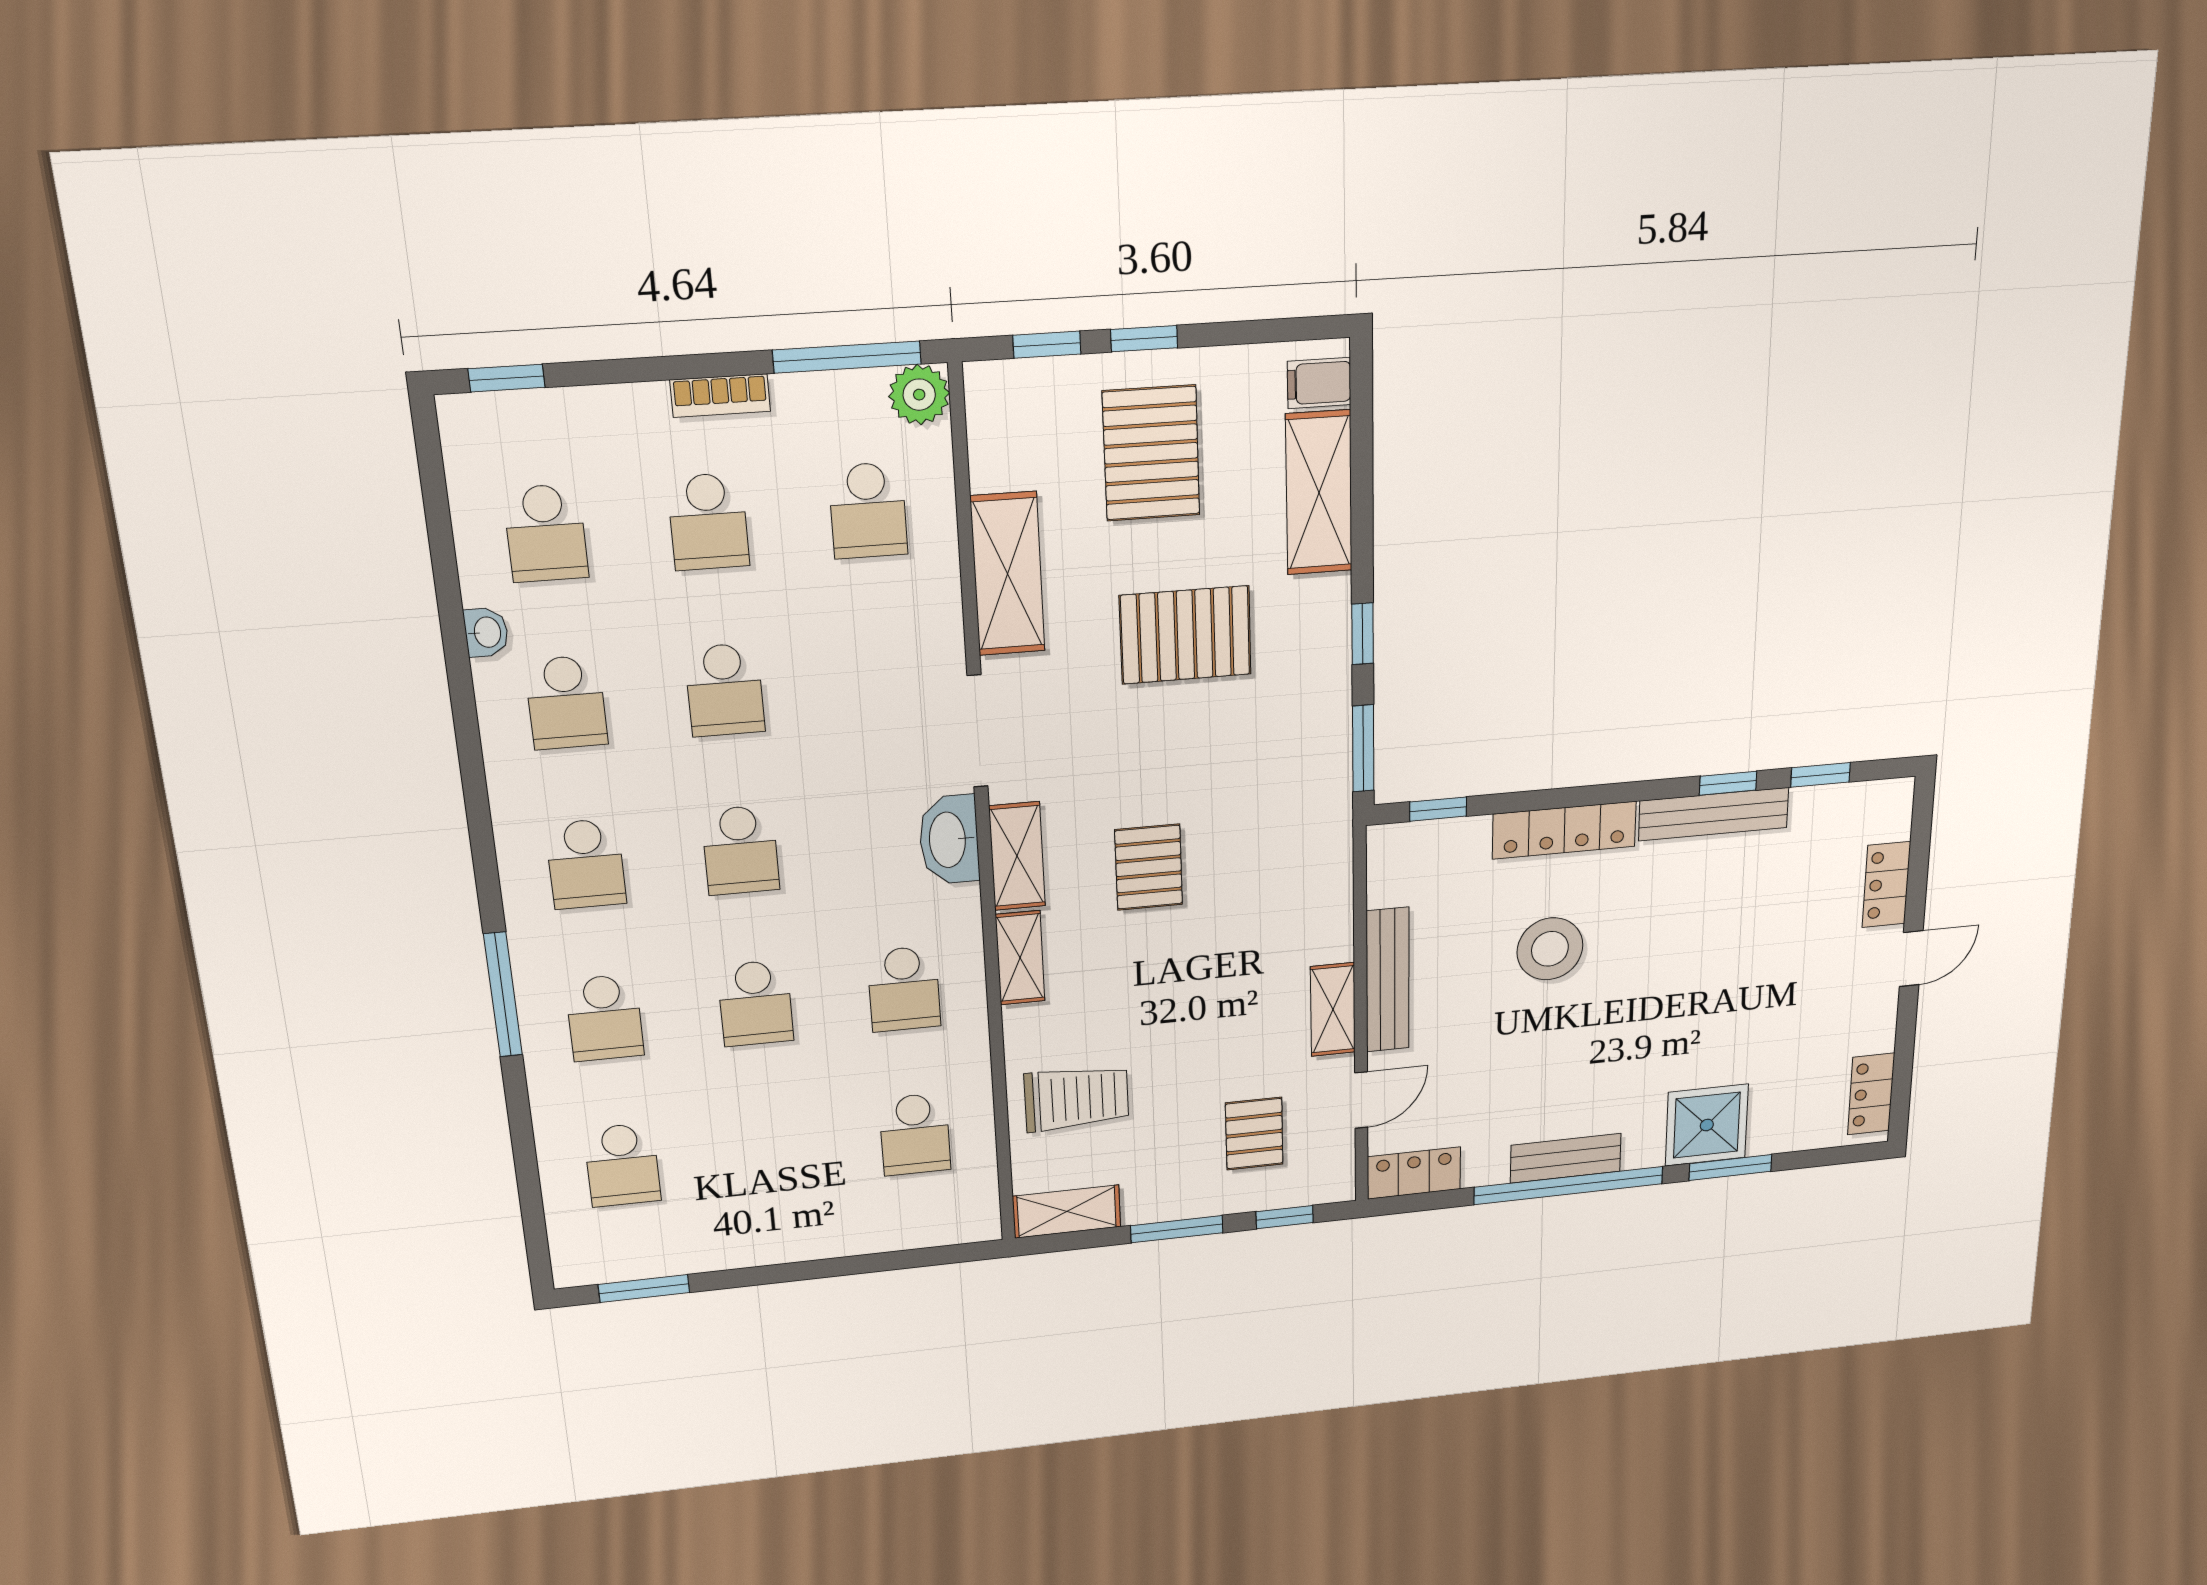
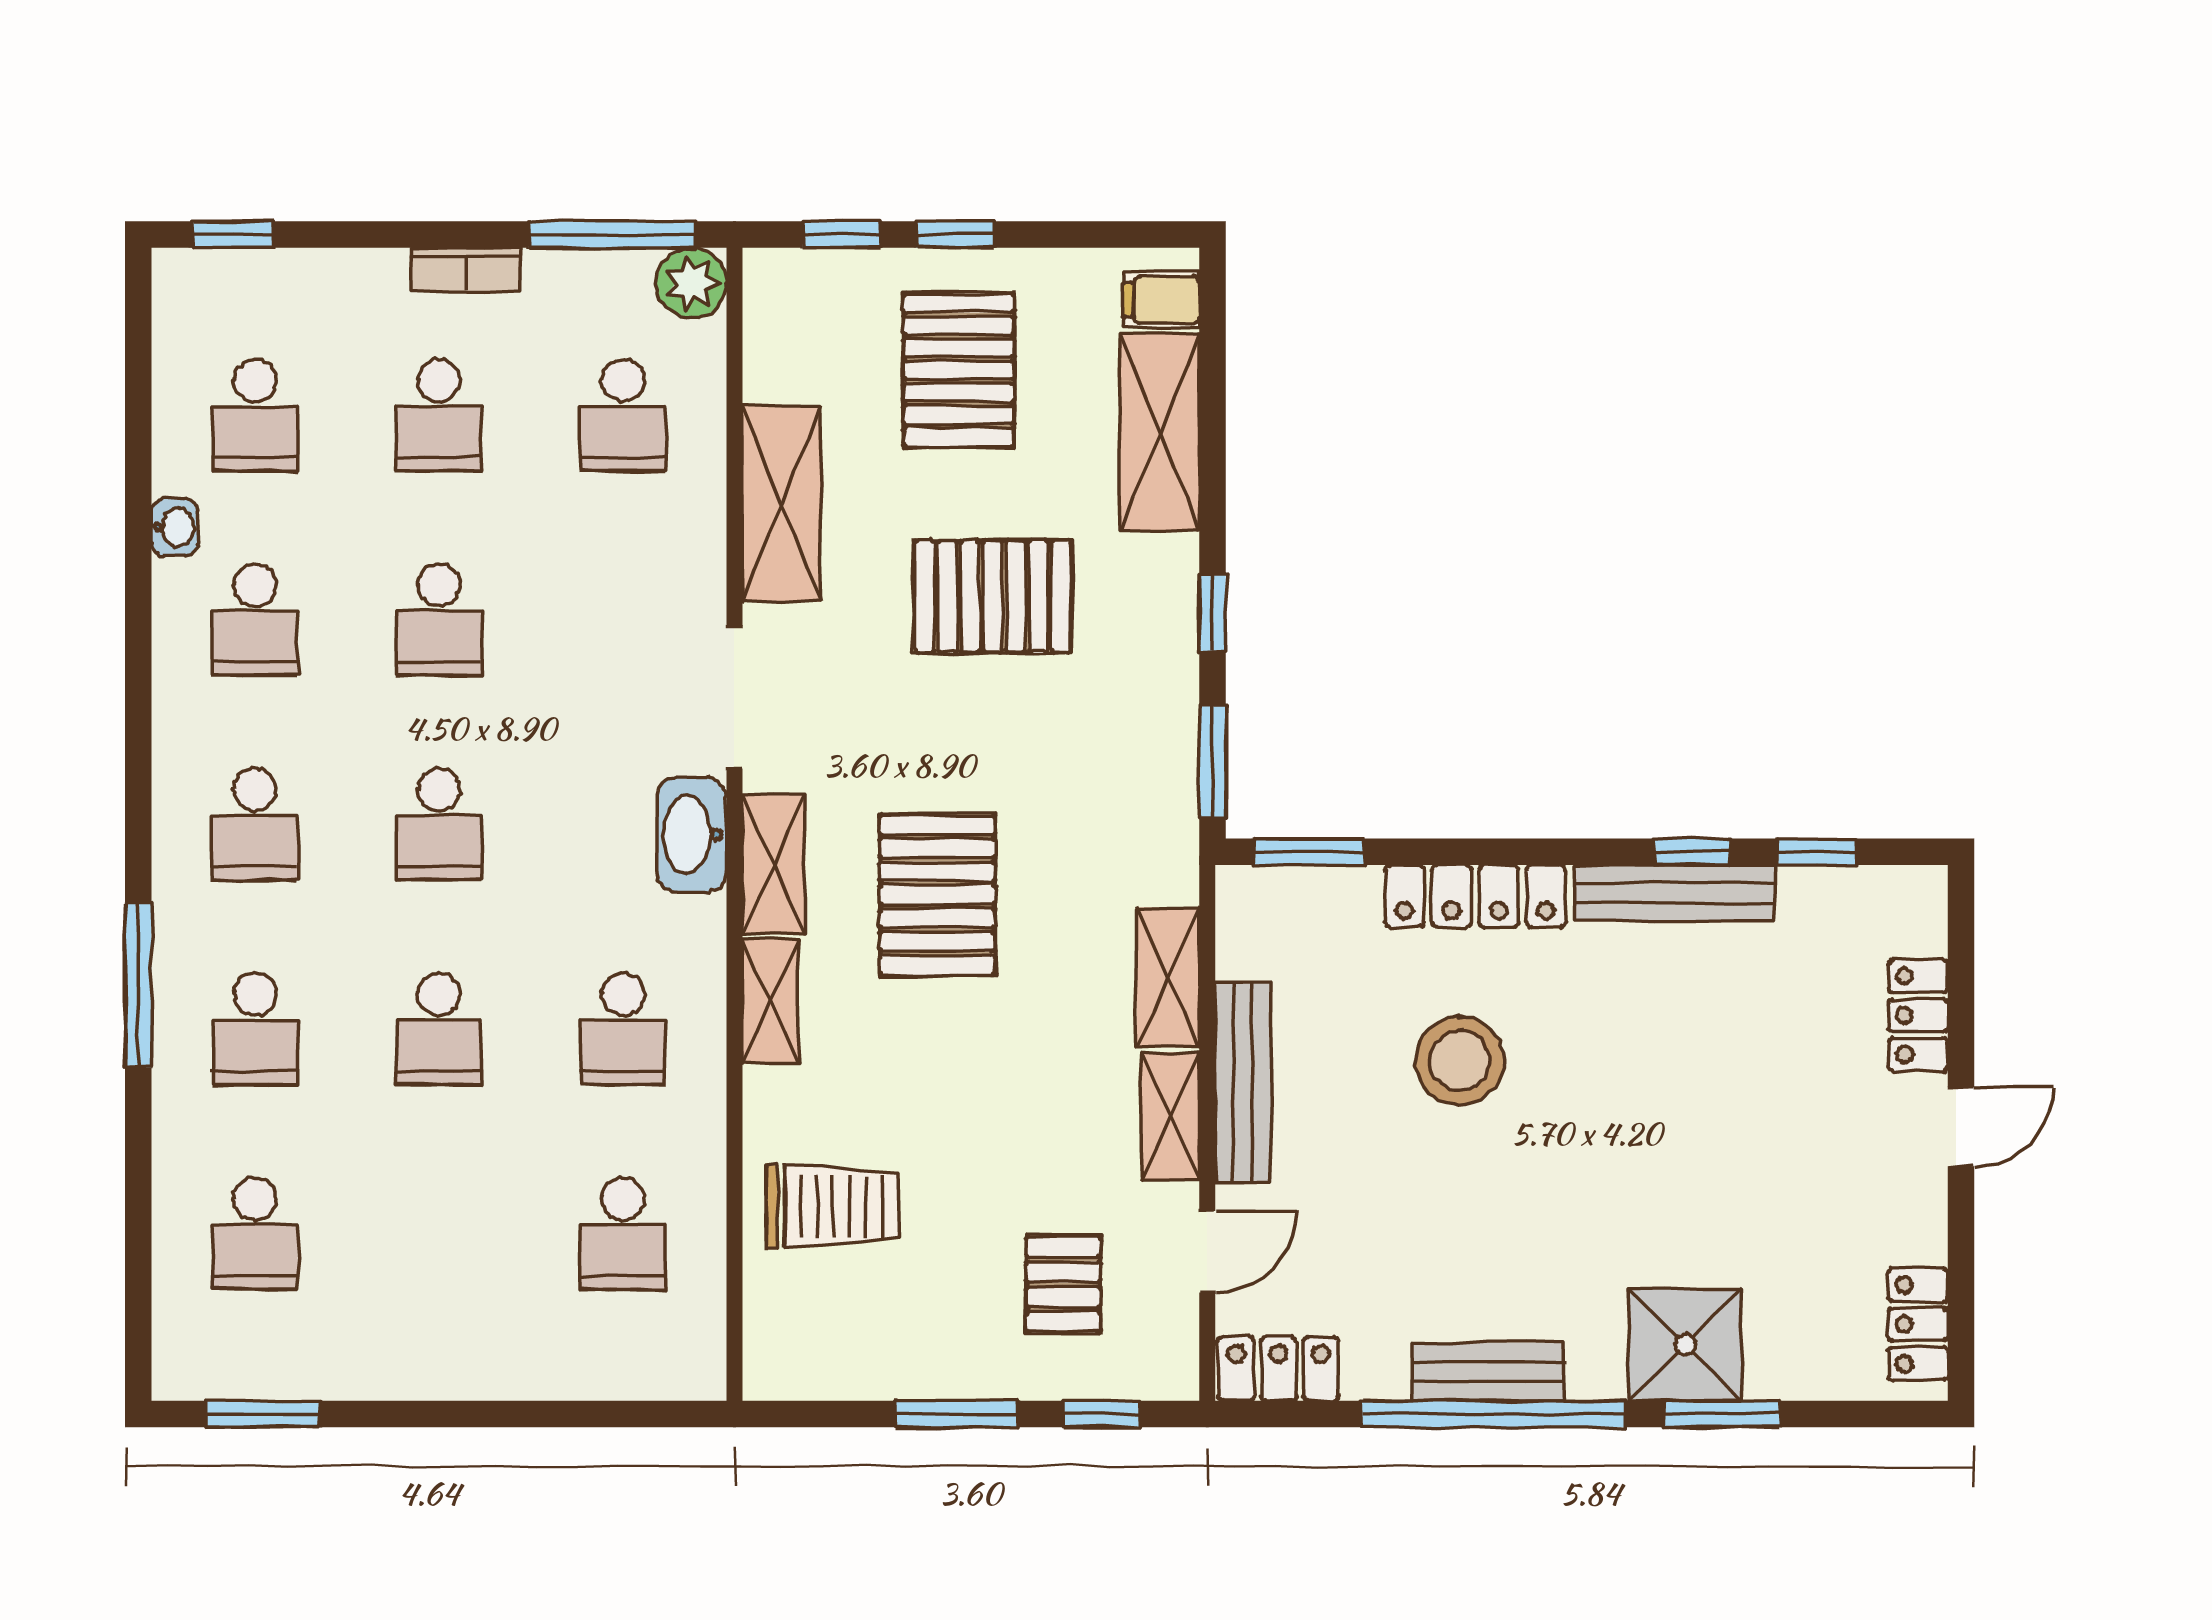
window: (1438, 809) -> (1309, 852), width x1.50
pallet: (1149, 867) -> (937, 895), width x1.50, depth x1.42
shelving: (1067, 1211) -> (1168, 977), moved, turned 90

